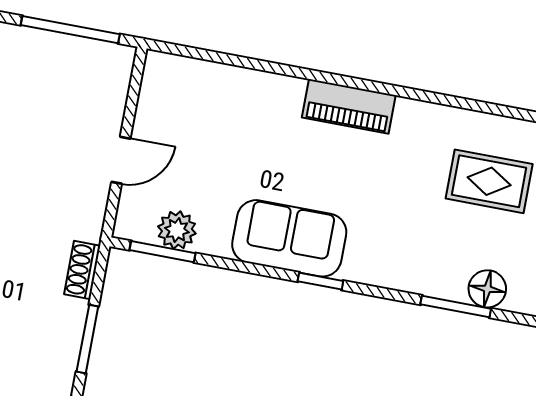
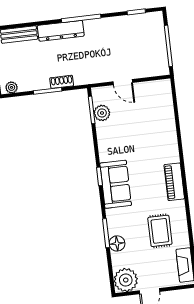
piano: (349, 106) -> (174, 182), moved
sofa: (289, 238) -> (116, 184), moved
shoe rack: (82, 270) -> (62, 82), moved

